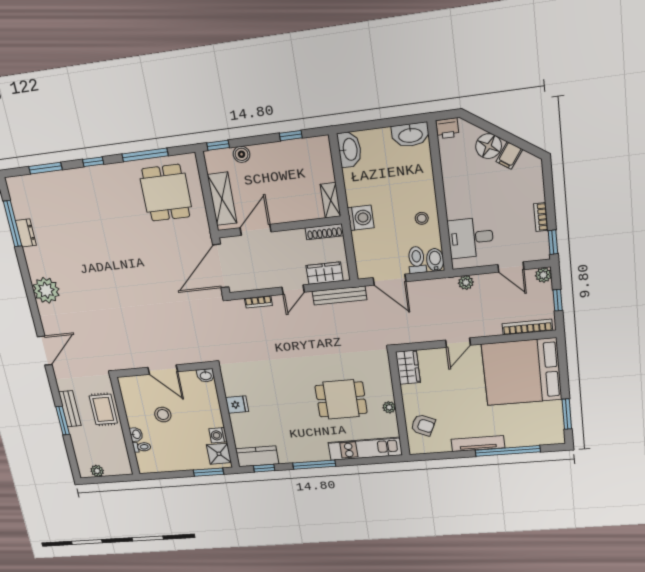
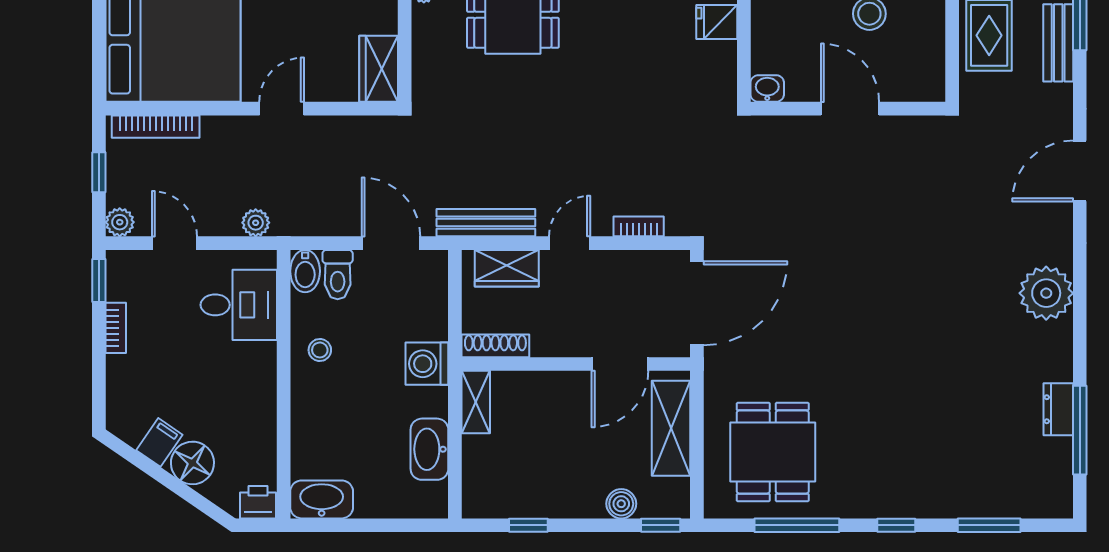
washbasin: (350, 149) -> (429, 449), moved

